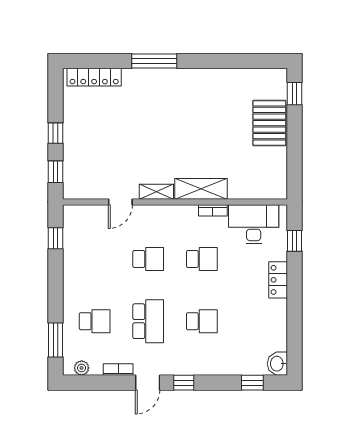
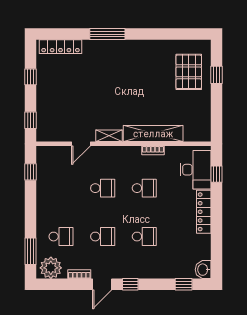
window: (295, 94) -> (216, 75), moved
pallet: (269, 123) -> (189, 72), moved
window: (56, 133) -> (30, 77), moved
shelving: (201, 189) -> (153, 134), width x1.47
desk: (254, 224) -> (196, 170), moved, turned 90
locker: (278, 280) -> (204, 212), width x1.53
school desk: (148, 321) -> (103, 237), width x0.54
plant: (82, 368) -> (51, 268), width x1.88, depth x1.88

